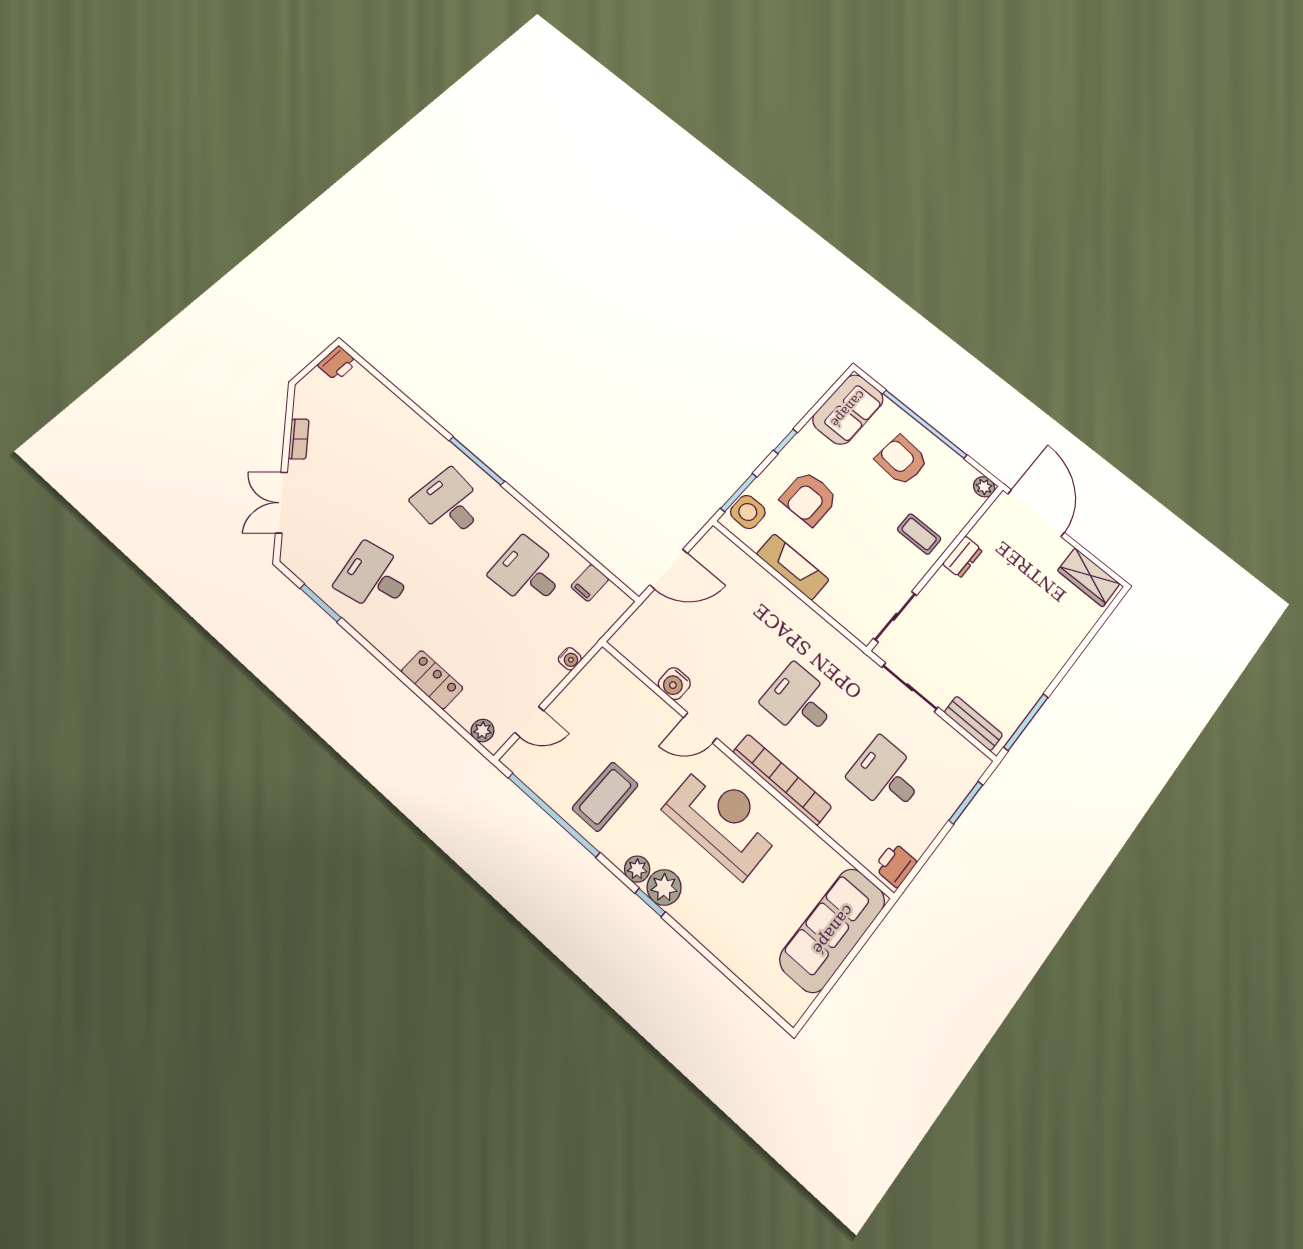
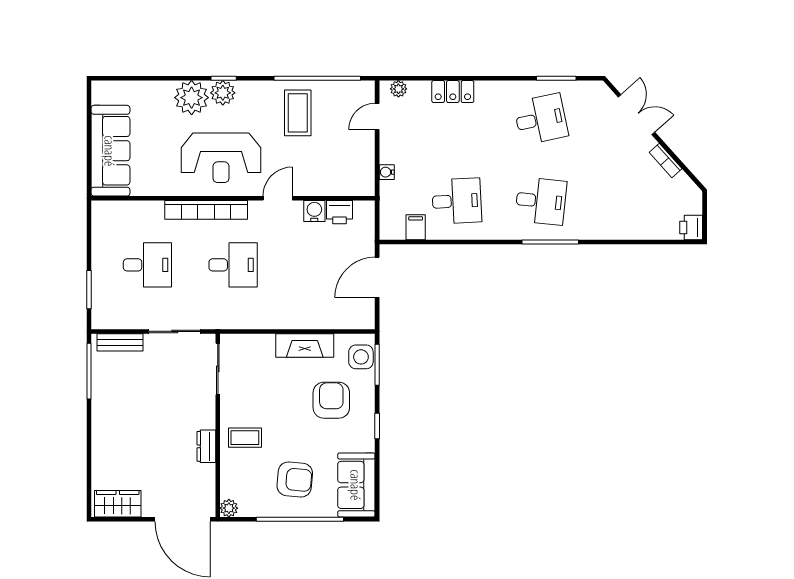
printer: (895, 865) -> (339, 212), moved, turned 90
plant: (637, 869) -> (192, 98), moved, width x1.87, depth x1.87

